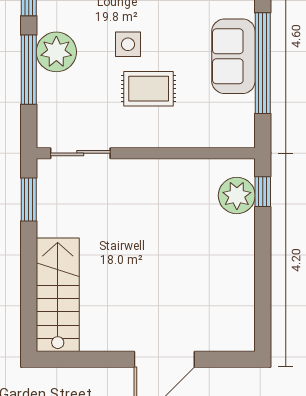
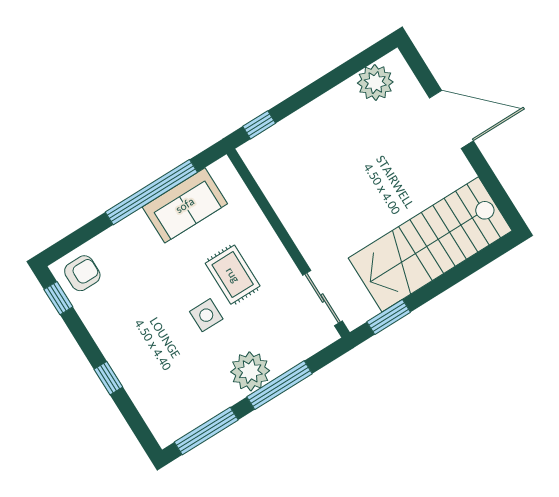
sofa: (233, 56) -> (185, 205), moved
plant: (237, 196) -> (375, 83), moved
stairs: (58, 295) -> (430, 244), width x1.36, depth x1.51

